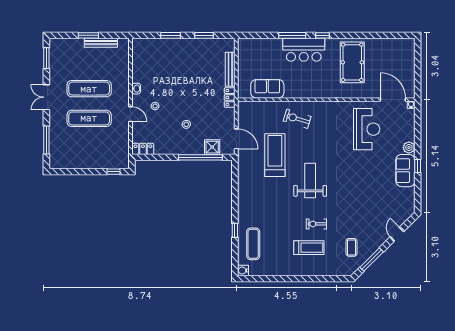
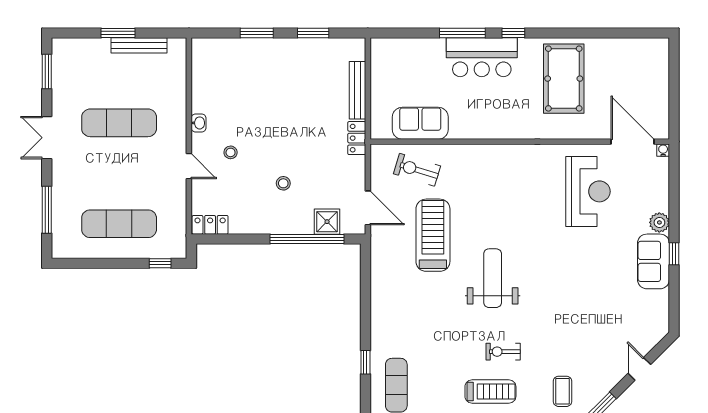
exercise mat: (89, 118) -> (119, 224), moved
exercise bike: (297, 119) -> (417, 170), moved

